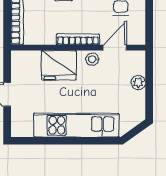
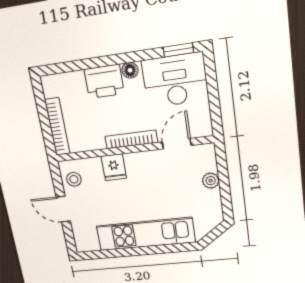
stool: (92, 59) -> (74, 179), moved
fridge: (59, 65) -> (114, 167), width x0.53, depth x0.75

